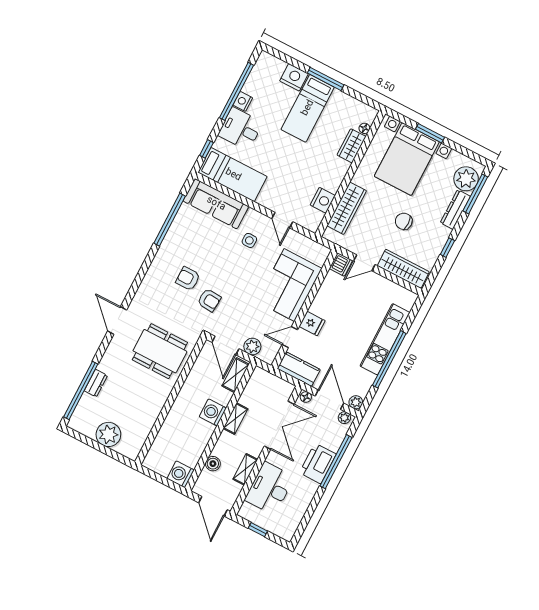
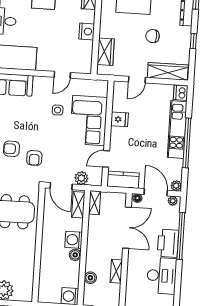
nightstand: (323, 200) -> (87, 31), moved
wardrobe: (347, 208) -> (106, 52), width x0.67
door: (282, 220) -> (62, 75), hinge flipped
side table: (249, 240) -> (58, 110), moved
dishwasher: (341, 264) -> (181, 93), moved, turned 180
armchair: (209, 300) -> (34, 158), turned 86
fridge: (312, 324) -> (120, 119), moved
shelving: (235, 419) -> (95, 203), moved
boiler: (207, 430) -> (75, 255), added
desk: (270, 488) -> (162, 276), moved, turned 180

